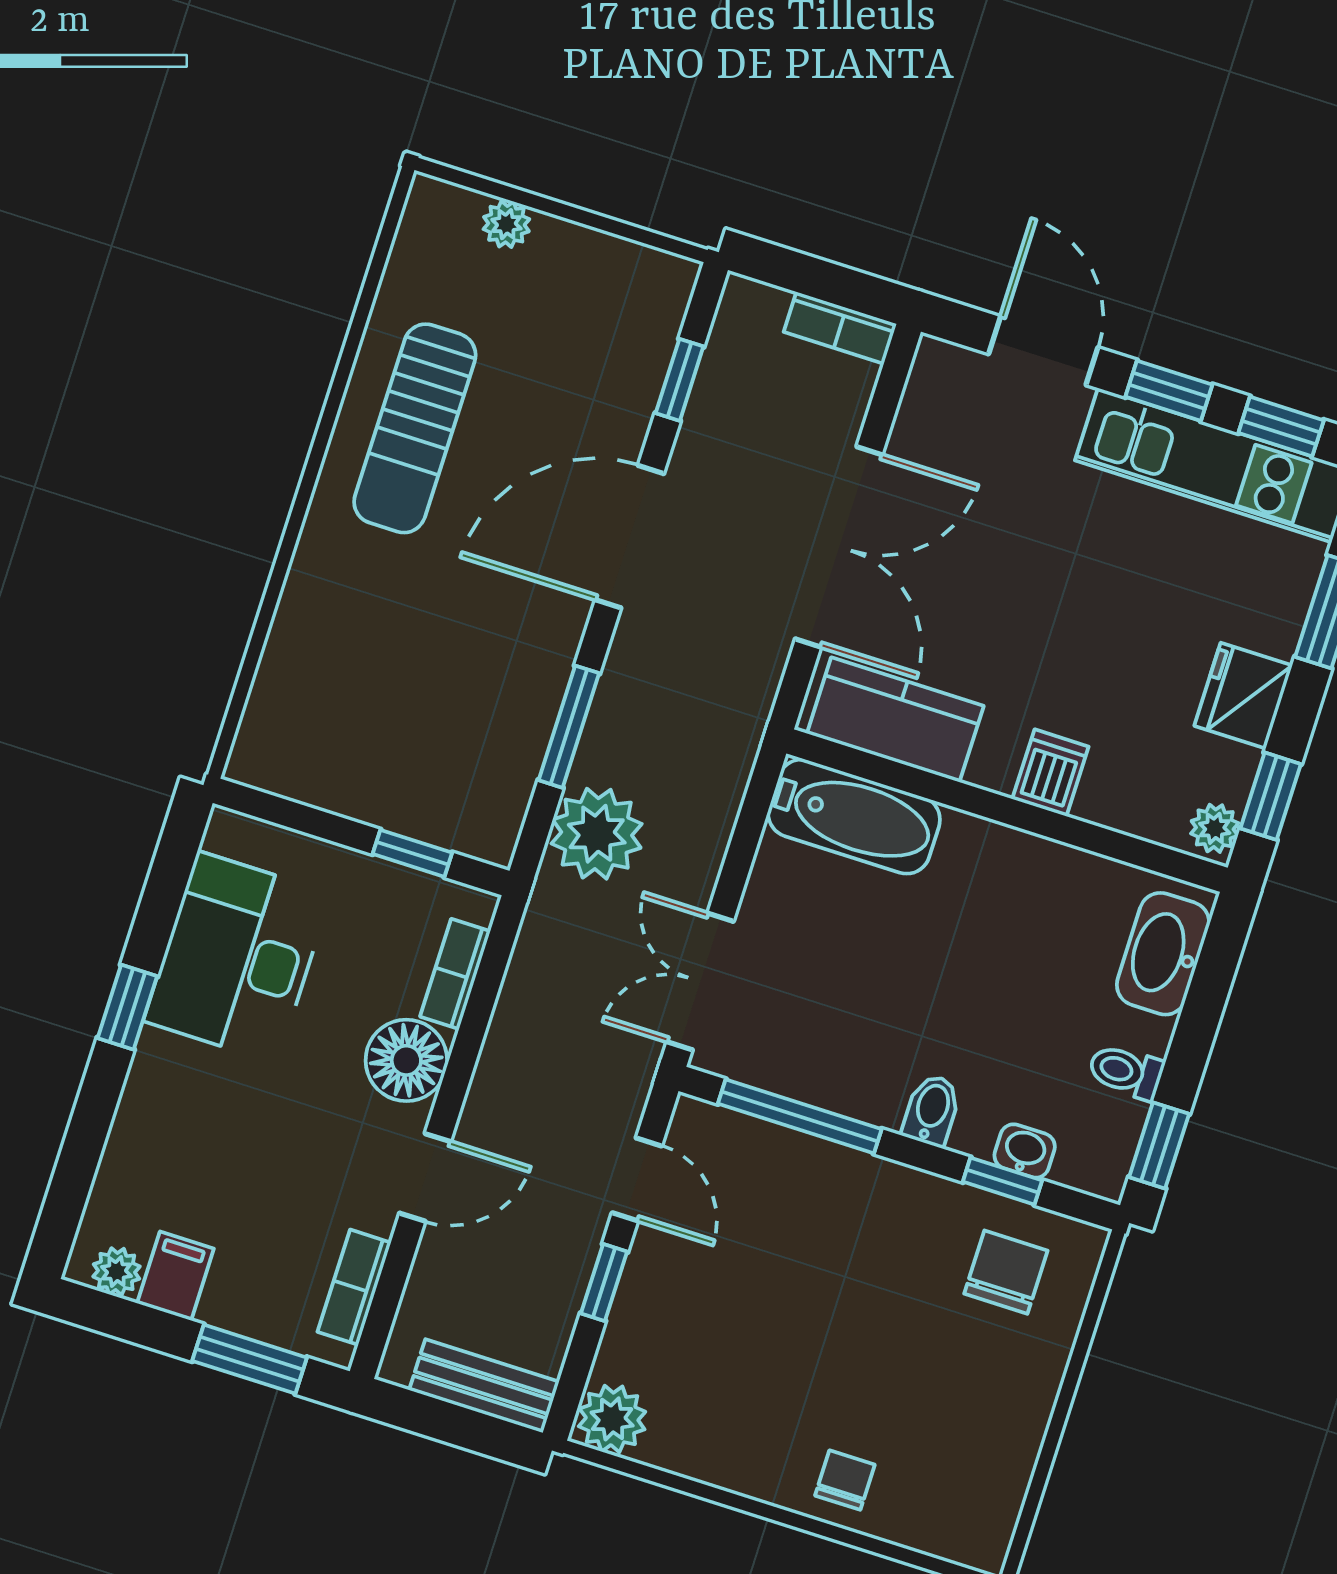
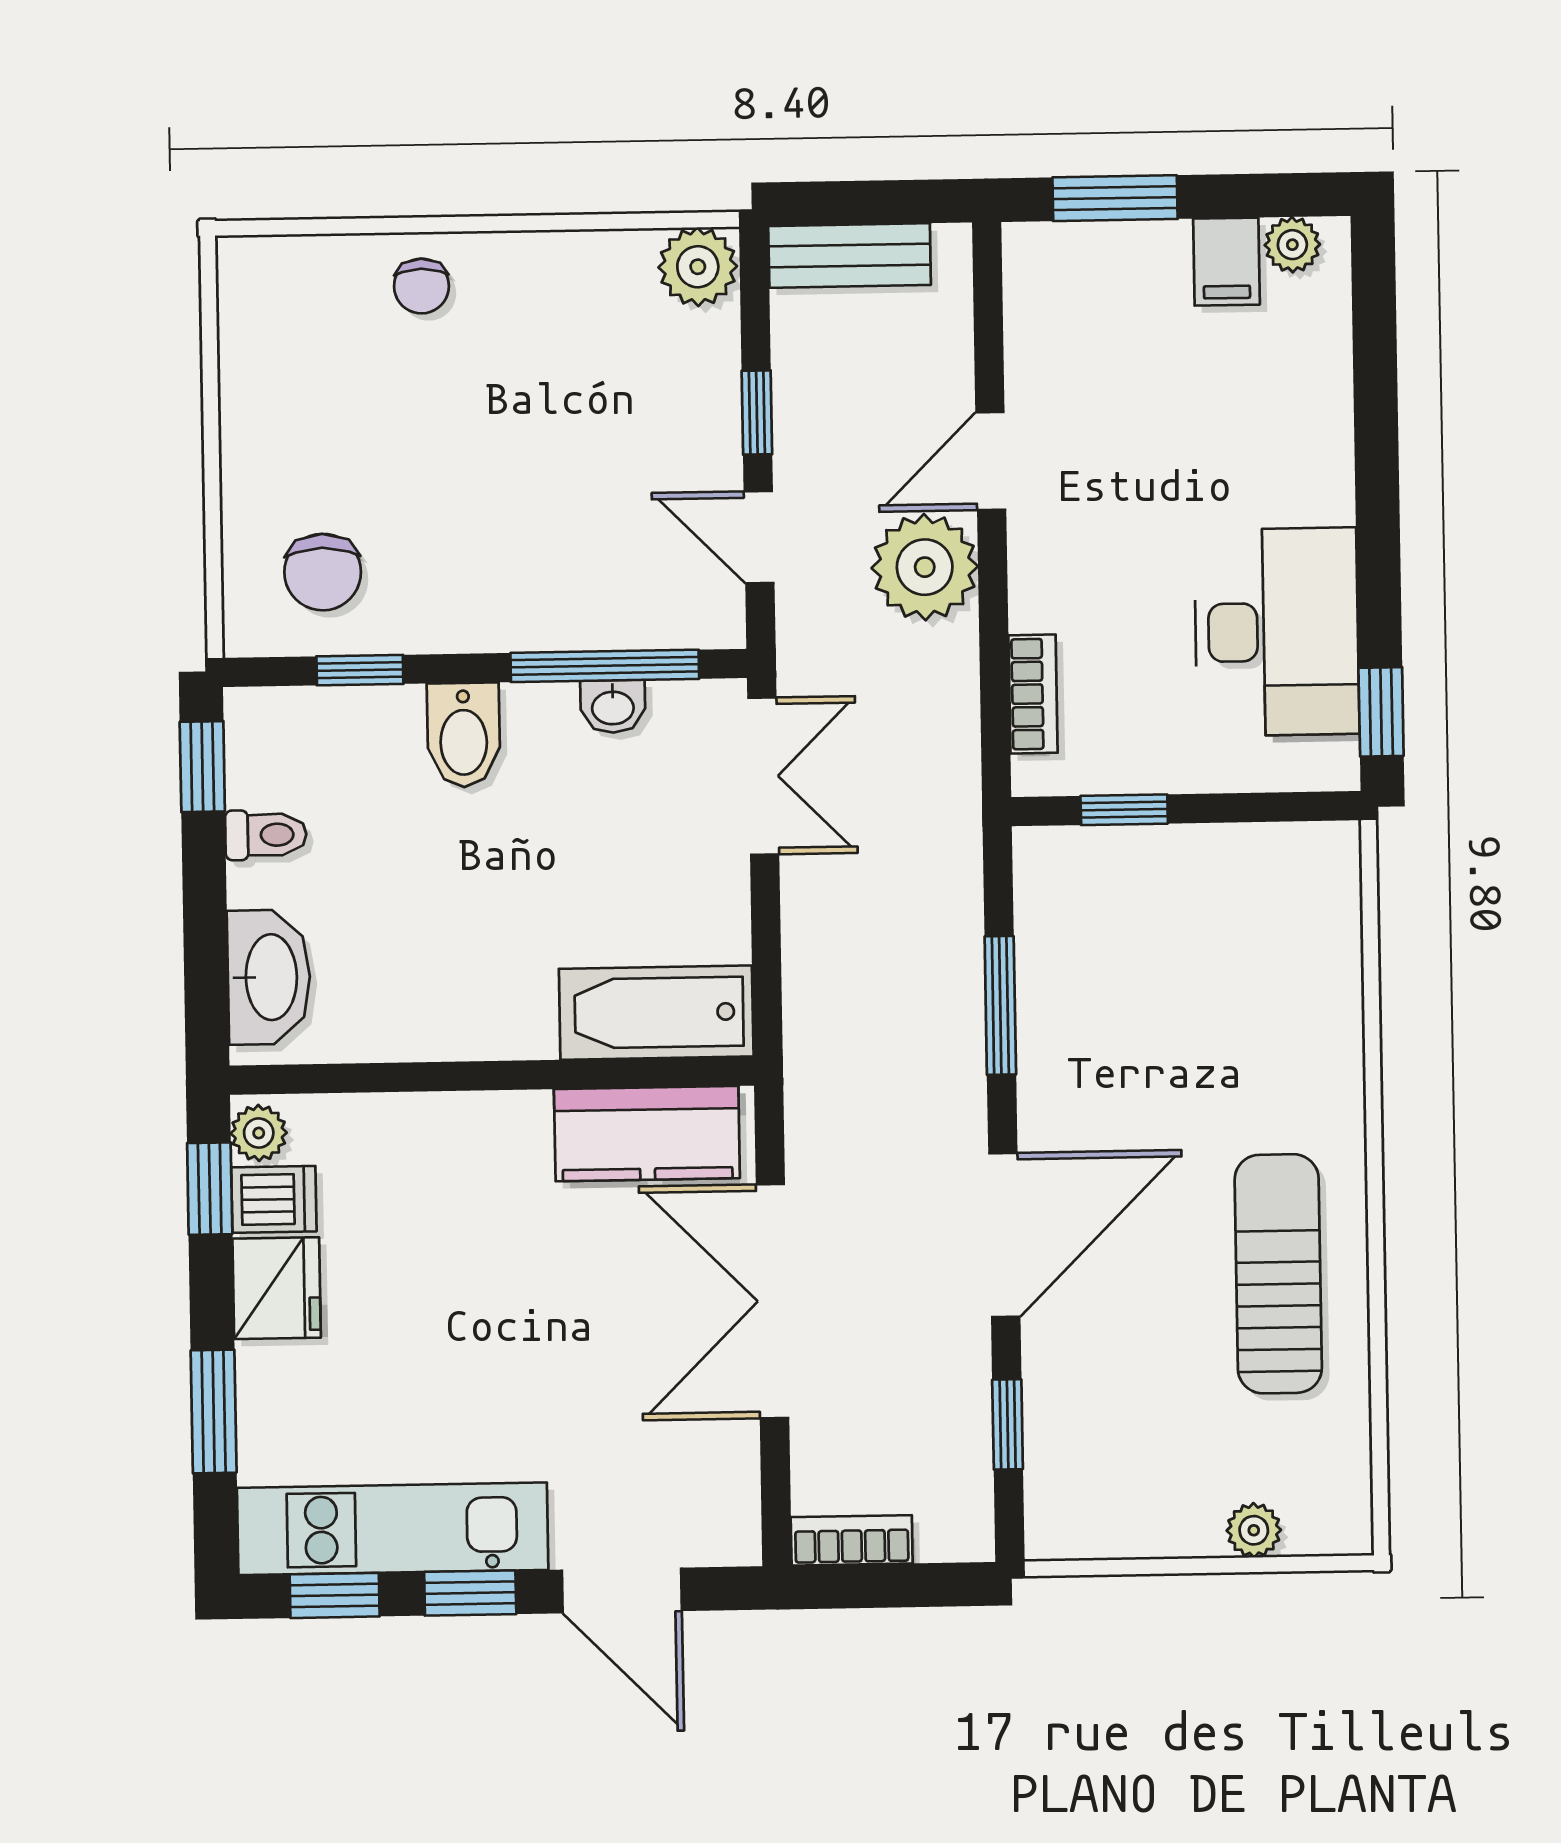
dishwasher: (1050, 773) -> (274, 1199), moved, turned -90
plant: (597, 834) -> (925, 567), moved
window: (127, 1007) -> (1381, 712), moved
floor lamp: (406, 1060) -> (1054, 582), removed
bidet: (932, 1110) -> (464, 735), width x1.38, depth x1.36
washbasin: (1025, 1151) -> (613, 706), moved
bookcase: (354, 1287) -> (1028, 315), removed

